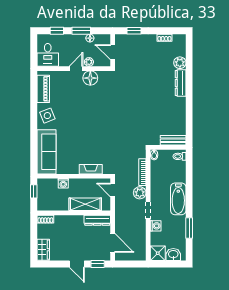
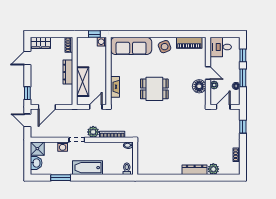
dining table: (93, 127) -> (154, 89), added
bench: (173, 140) -> (142, 163), removed
washing machine: (63, 183) -> (102, 42), moved
dresser: (97, 220) -> (68, 72), moved
door: (77, 264) -> (27, 58), moved
door: (127, 264) -> (27, 120), added

